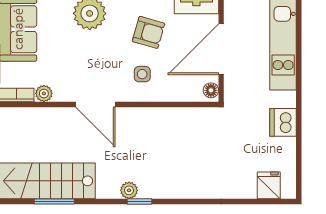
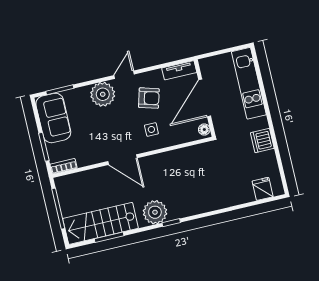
plant: (44, 93) -> (83, 160), removed
plant: (129, 190) -> (155, 212), width x1.88, depth x1.88

